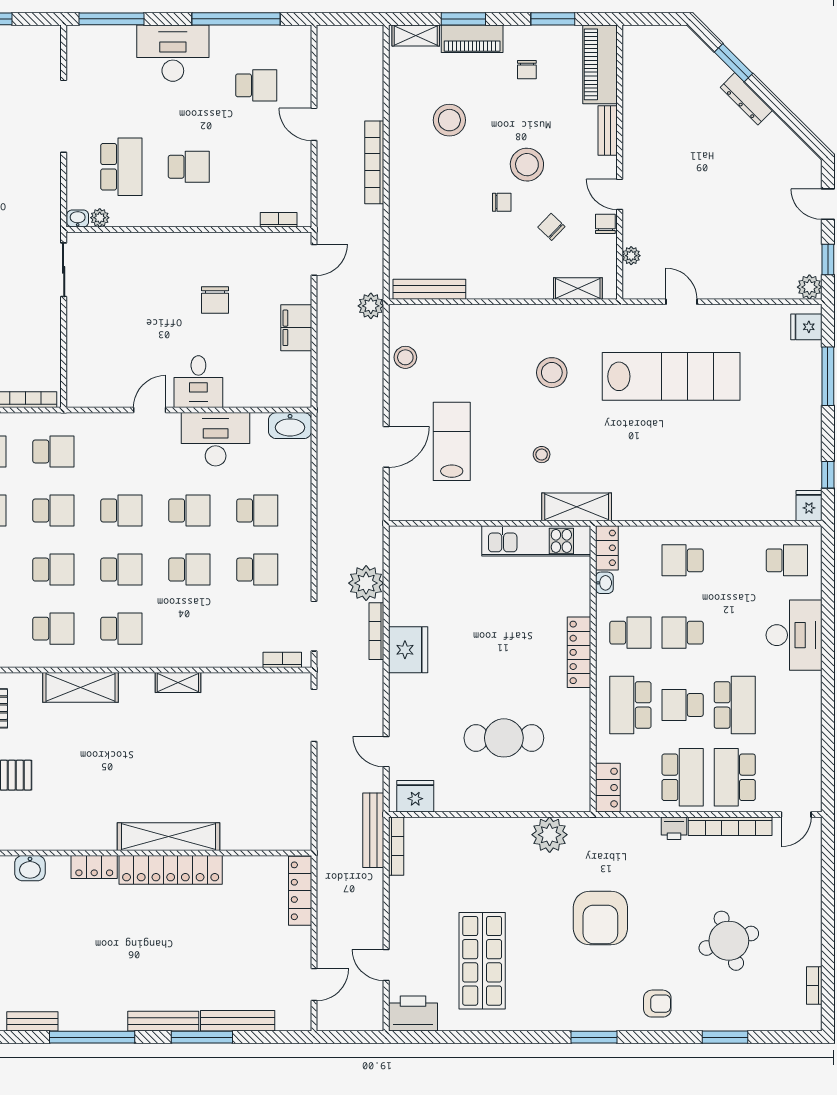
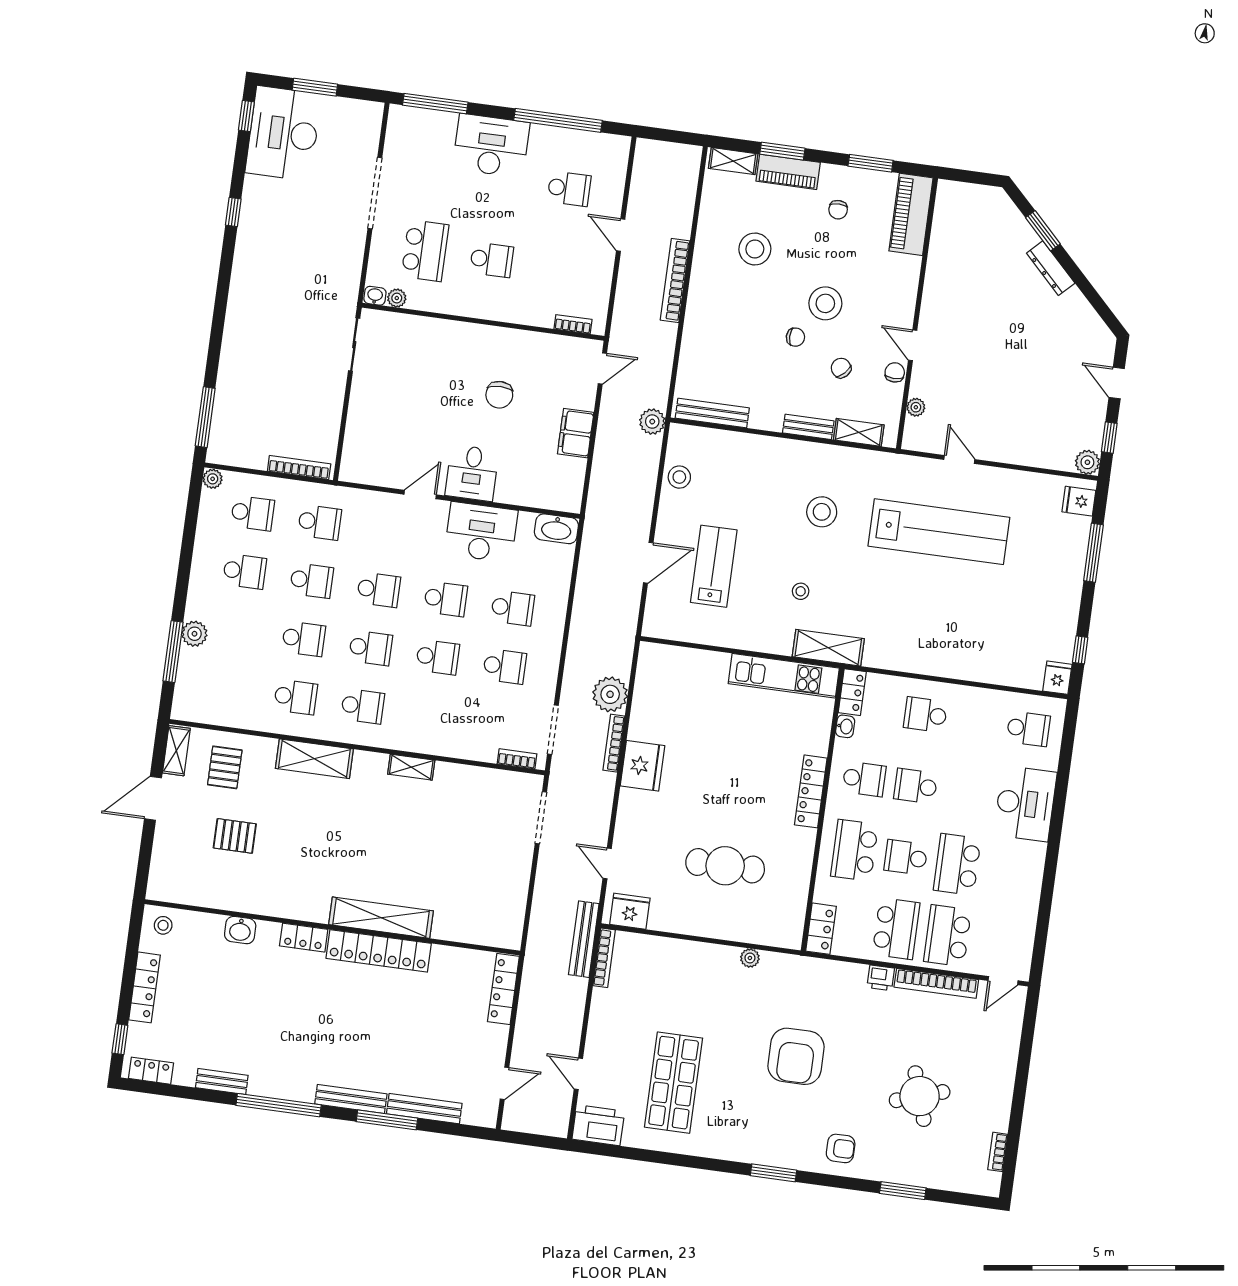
bench: (608, 131) -> (808, 427), moved, turned 90
school desk: (735, 705) -> (957, 864), turned 180
plant: (550, 835) -> (750, 958), width x0.53, depth x0.53

